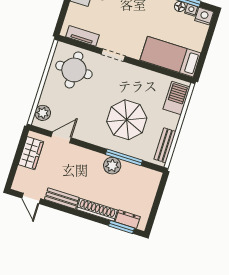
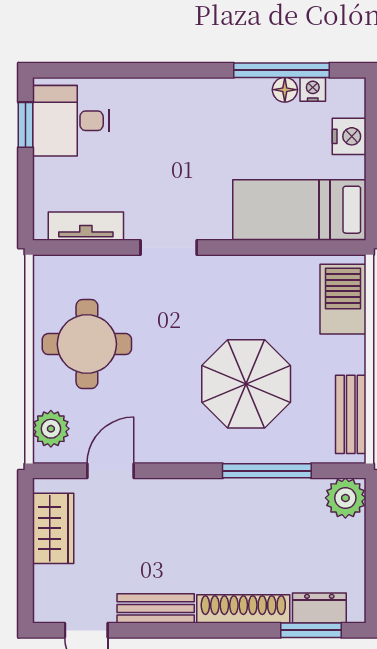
nightstand: (204, 16) -> (349, 136), moved, turned 90
round table: (74, 70) -> (87, 344), moved
plant: (112, 166) -> (345, 498), moved

